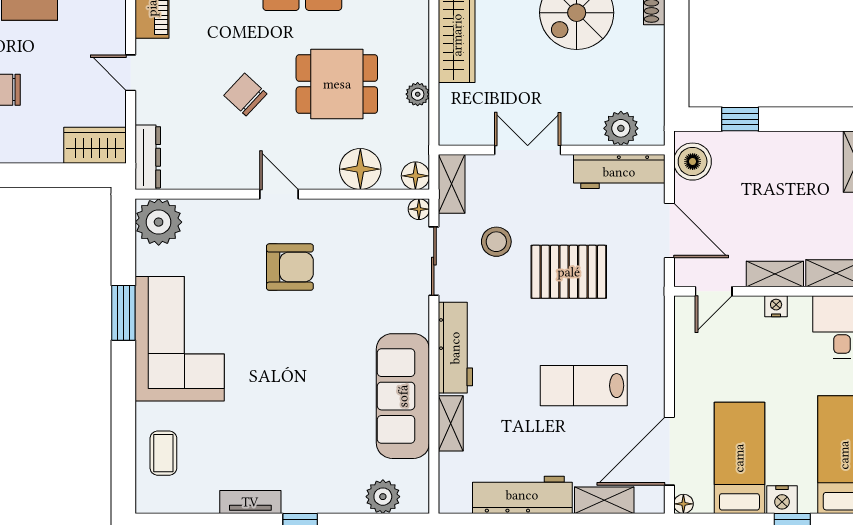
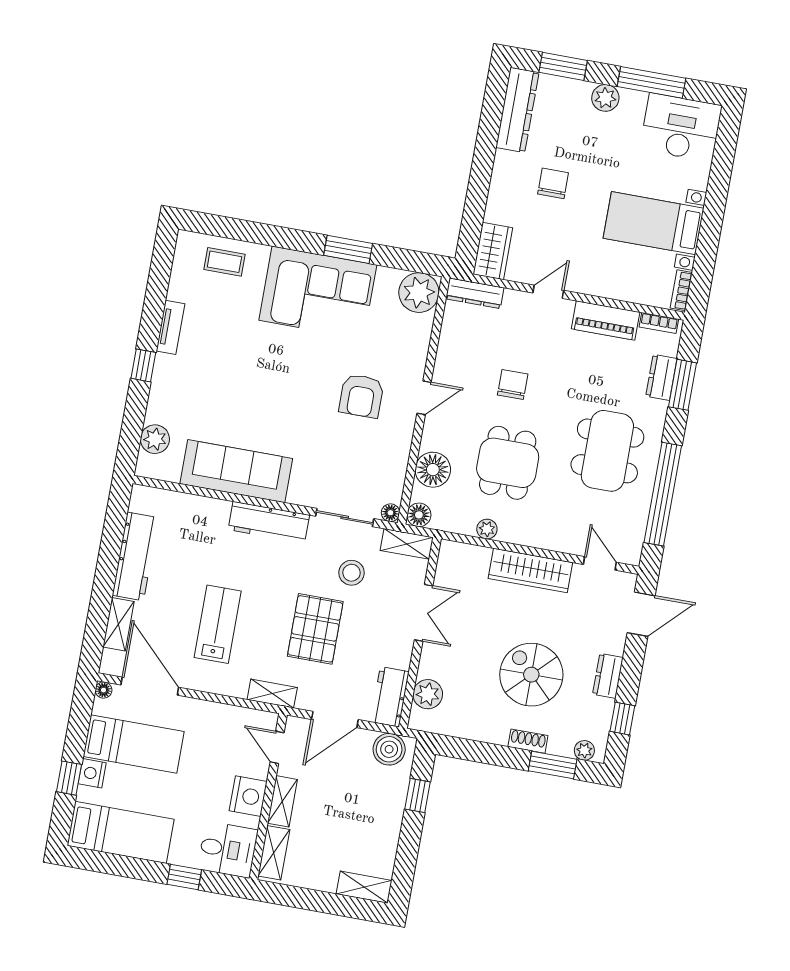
chair: (245, 95) -> (513, 385), turned -43
workbench: (619, 172) -> (390, 697), width x0.73
nightstand: (776, 306) -> (248, 796), width x1.89, depth x1.79
shelving: (451, 423) -> (272, 694), moved

